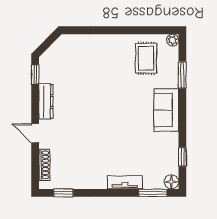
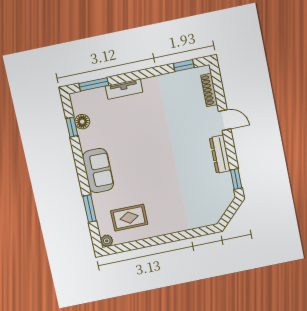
rug: (146, 58) -> (129, 218), turned 90
floor lamp: (171, 182) -> (82, 122), moved

